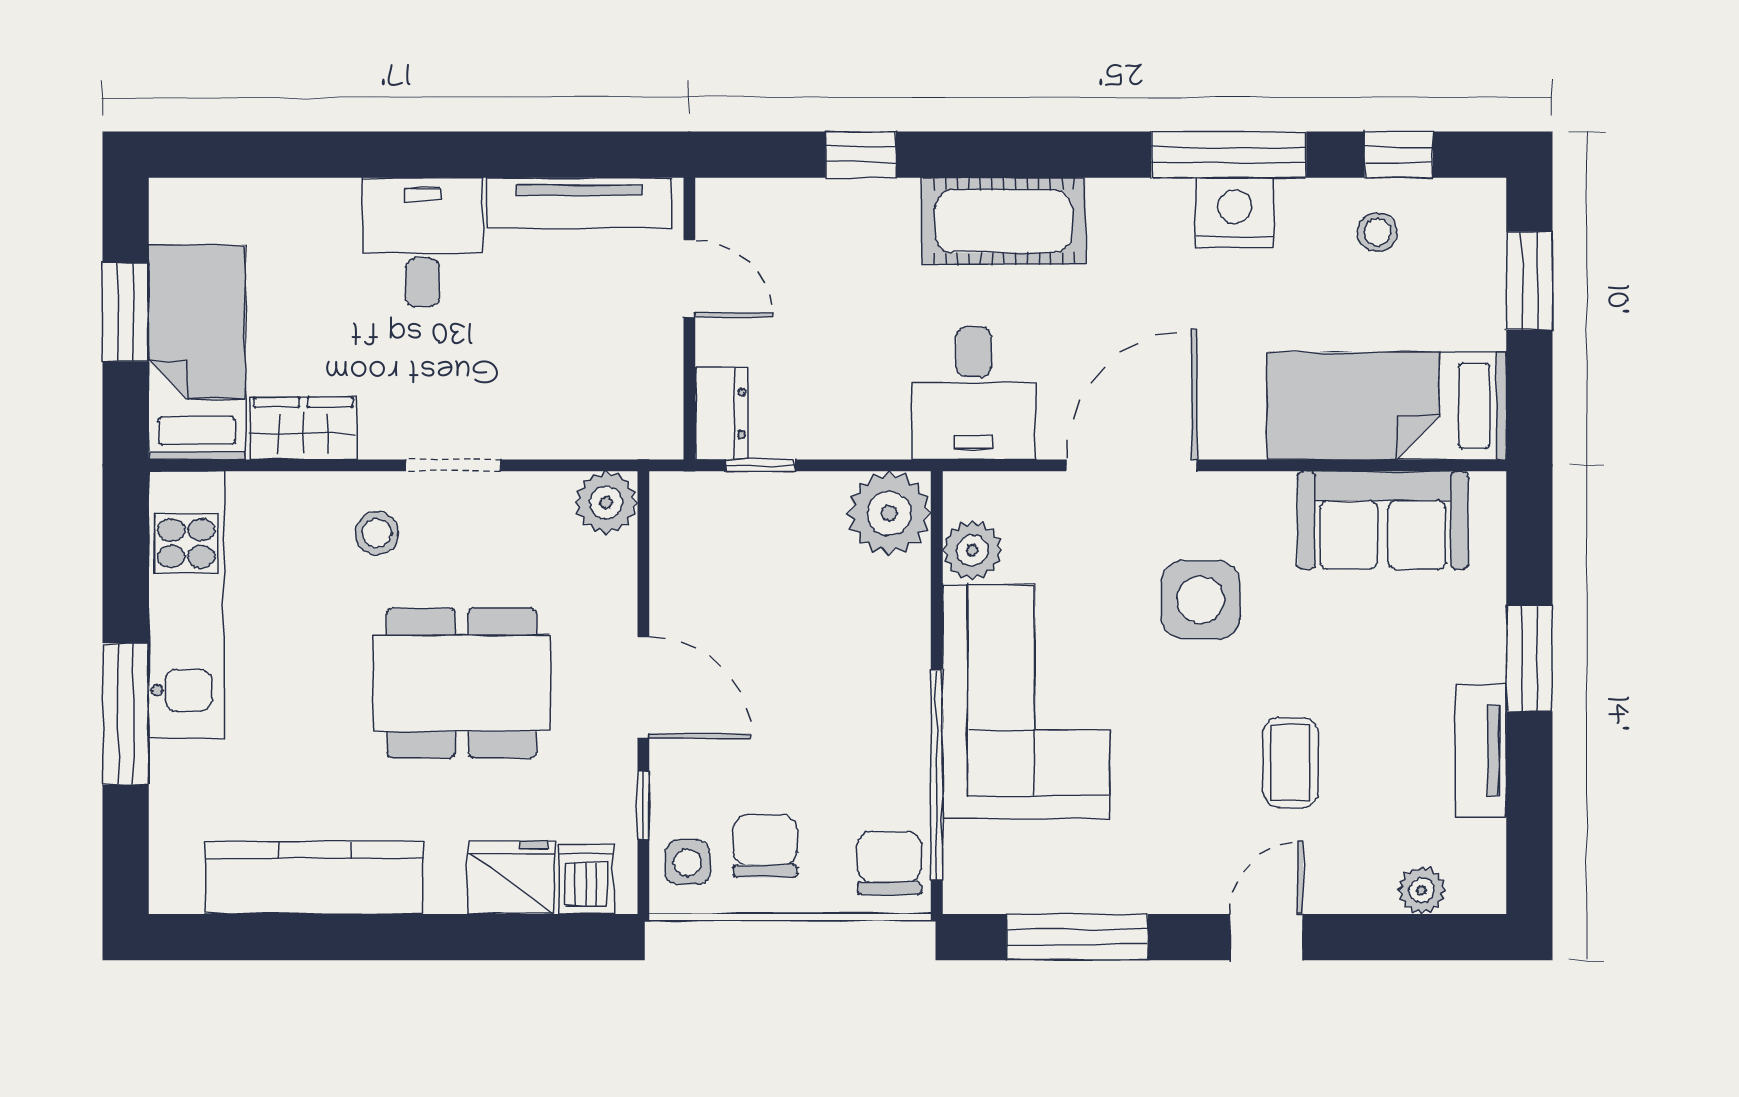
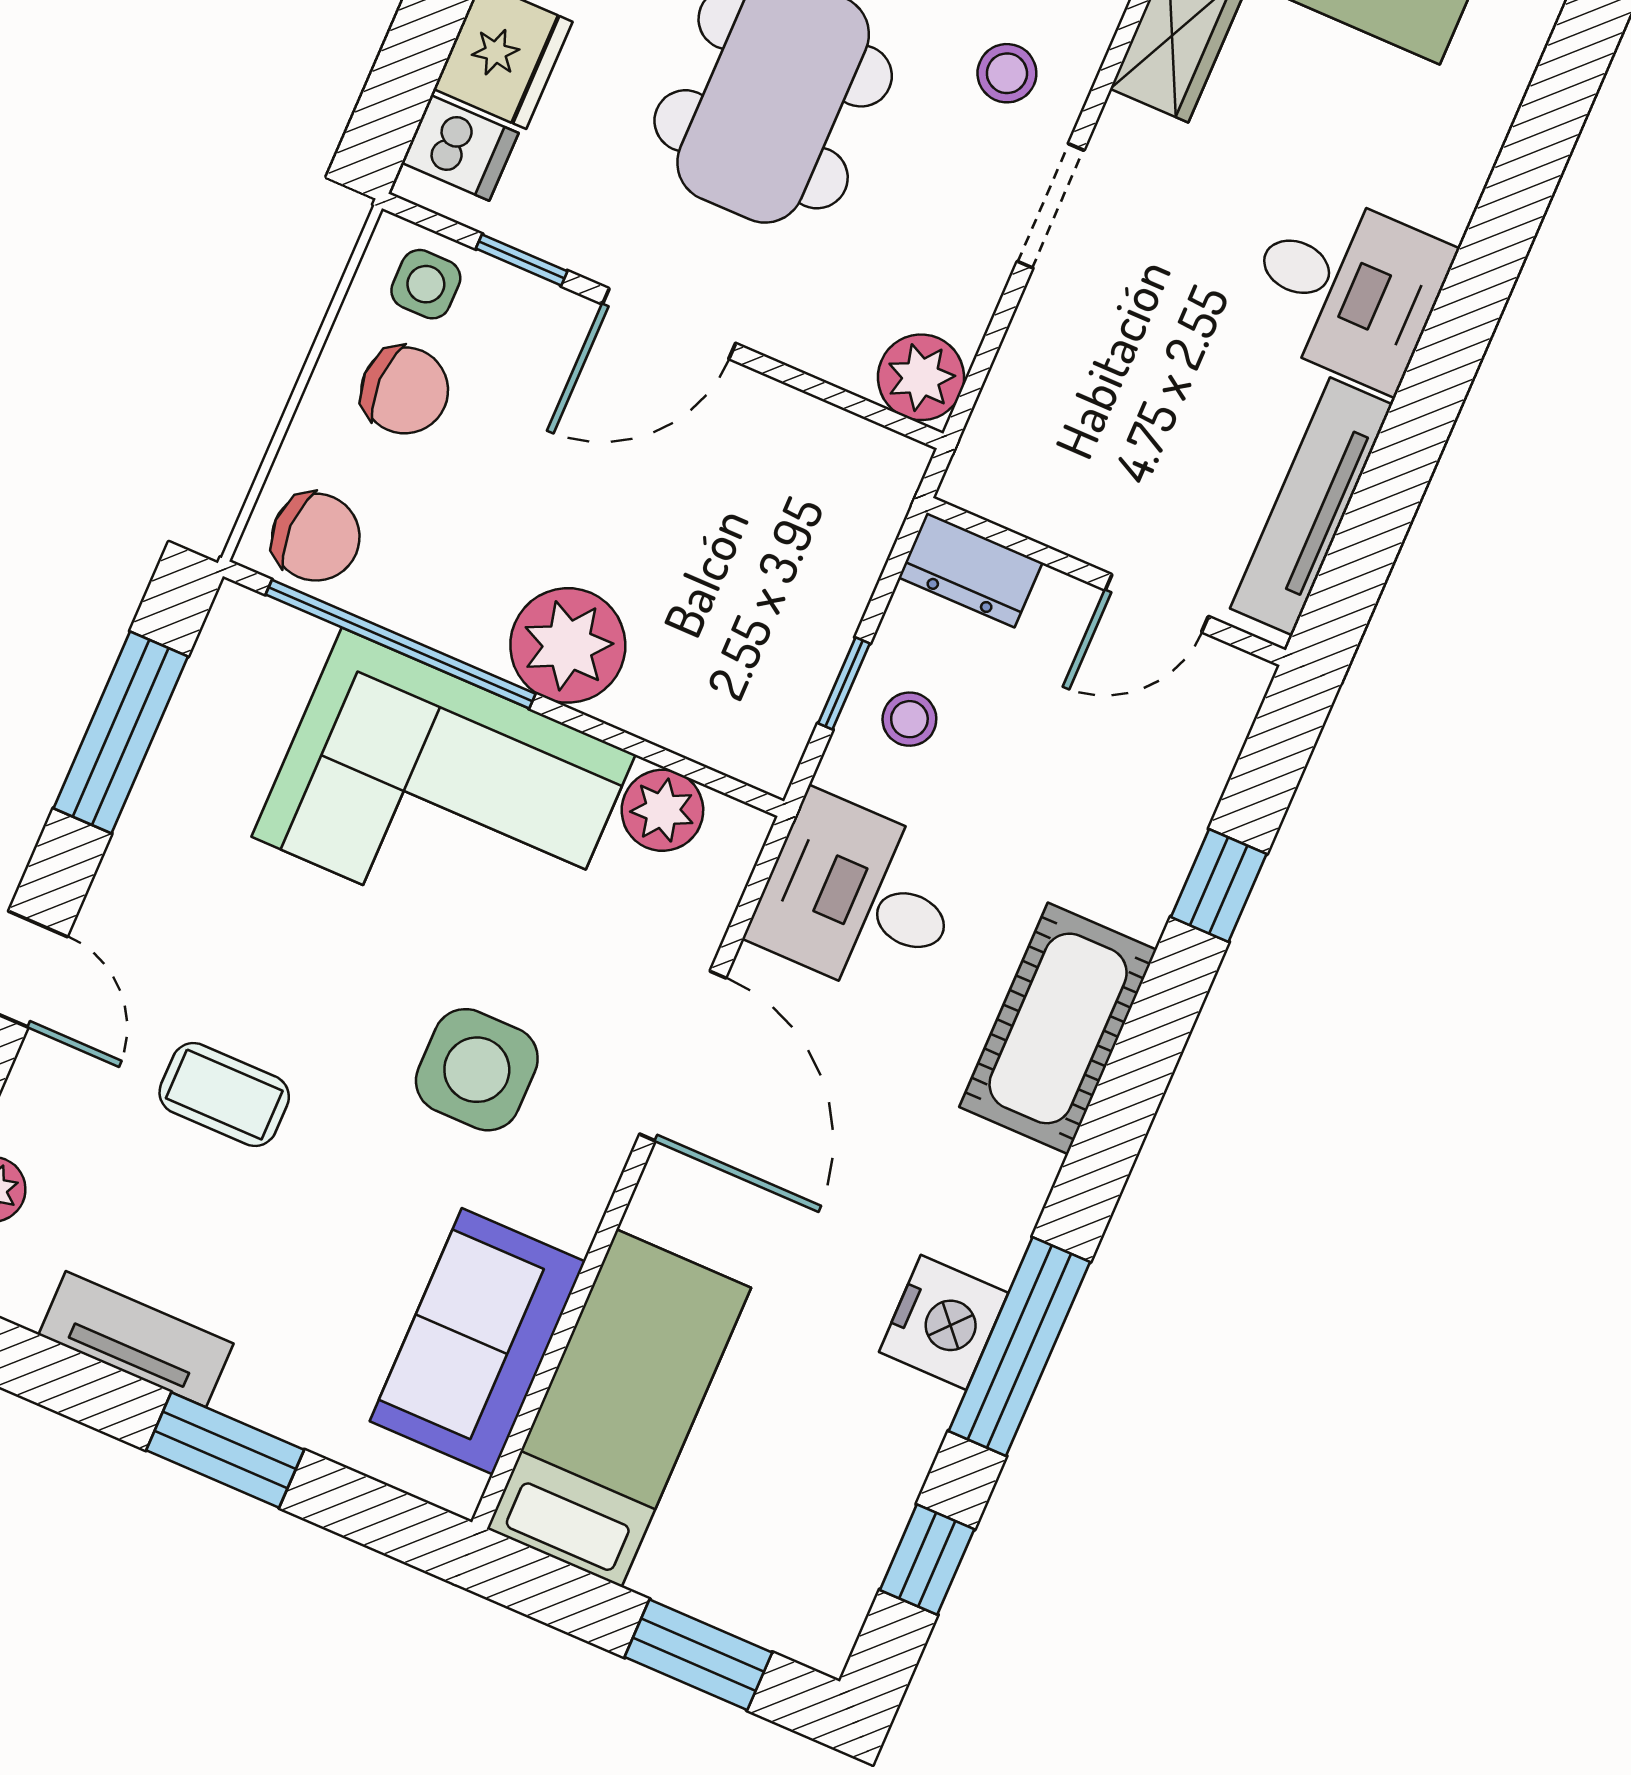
stool: (1377, 232) -> (909, 719), moved
window: (760, 465) -> (844, 683), moved
plant: (889, 513) -> (568, 645), moved

